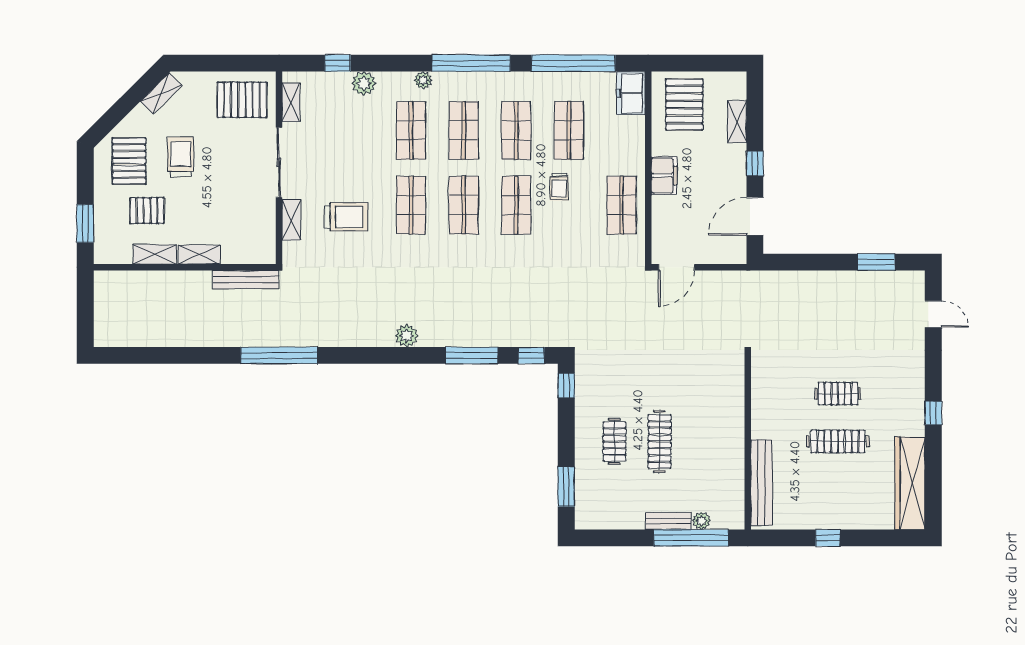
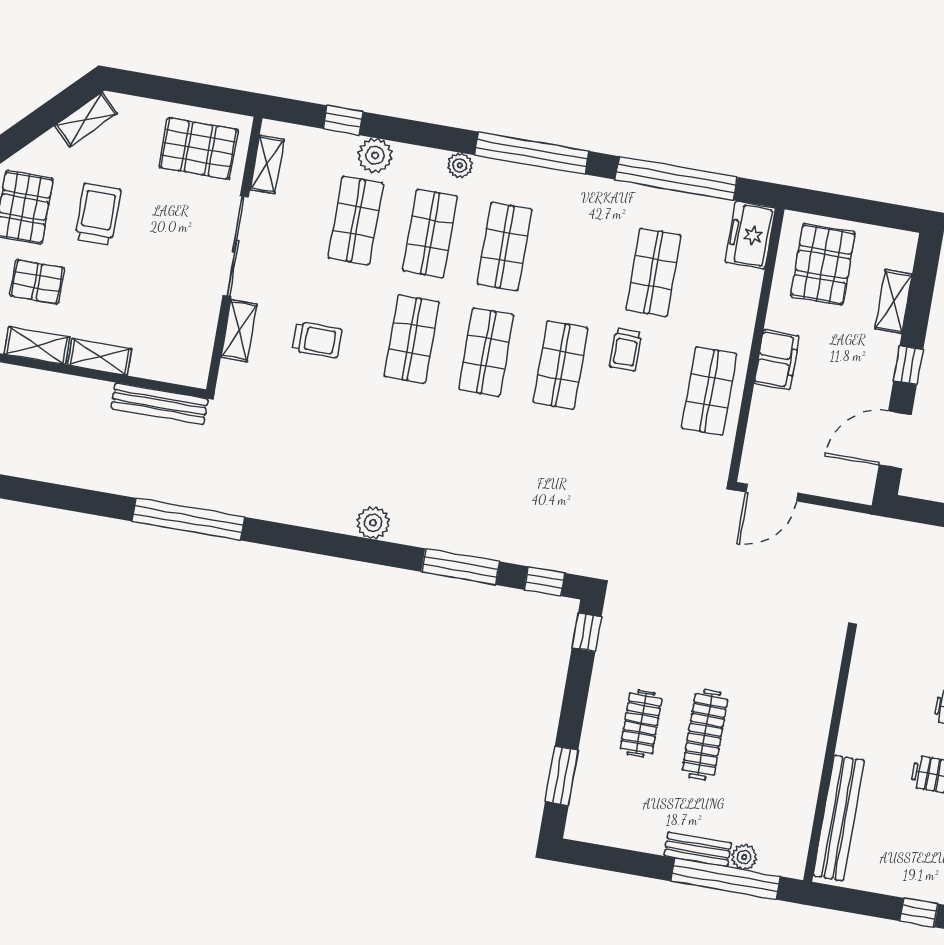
shop shelf: (516, 130) -> (356, 221), moved
trolley: (346, 217) -> (317, 340), width x0.73, depth x0.72

